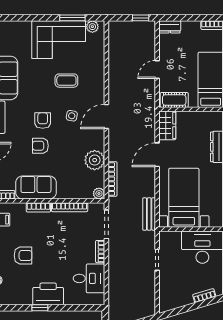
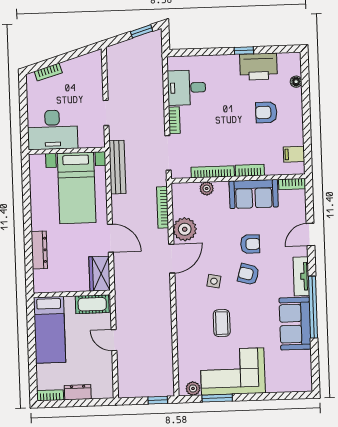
window: (141, 18) -> (158, 400), moved
dresser: (170, 27) -> (78, 392), moved
door: (157, 69) -> (114, 340), swing flipped
coffee table: (66, 81) -> (222, 323), turned 90
door: (106, 116) -> (172, 259), moved
armchair: (43, 121) -> (248, 274), turned 106
door: (157, 155) -> (110, 238), hinge flipped
plant: (99, 193) -> (207, 188), moved
bench: (149, 214) -> (117, 167), width x1.36
printer: (48, 294) -> (258, 67), moved

